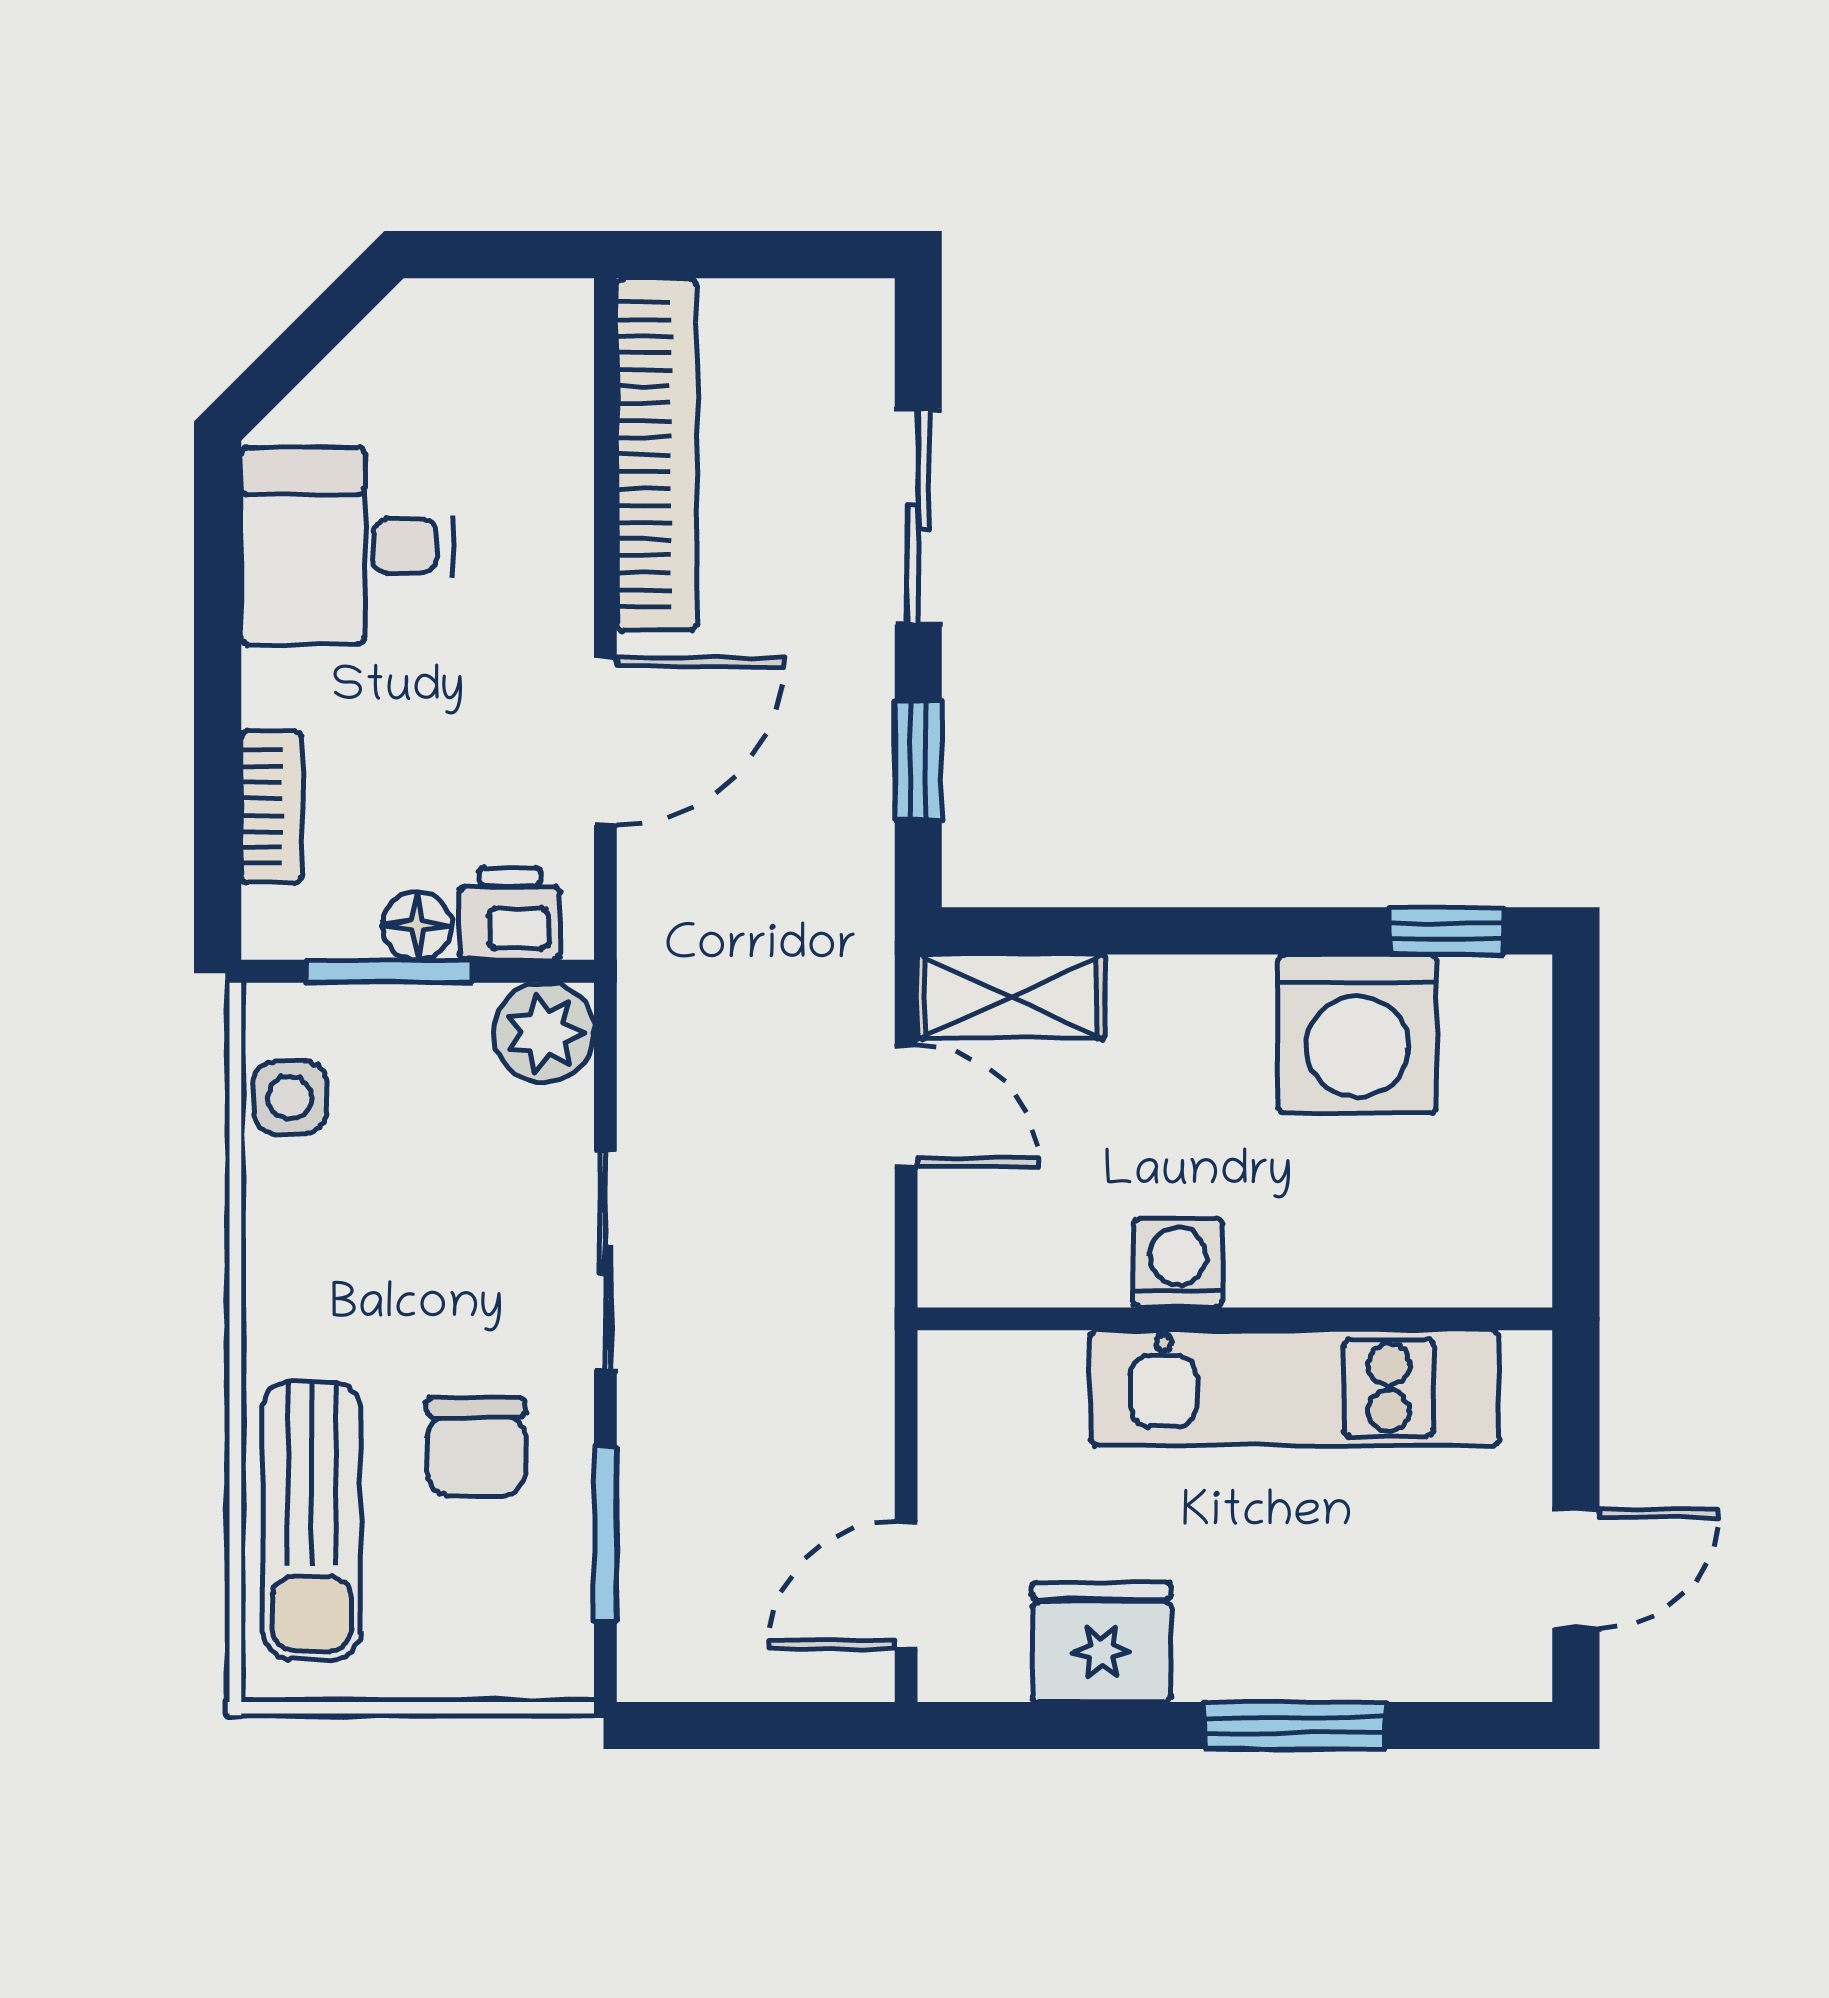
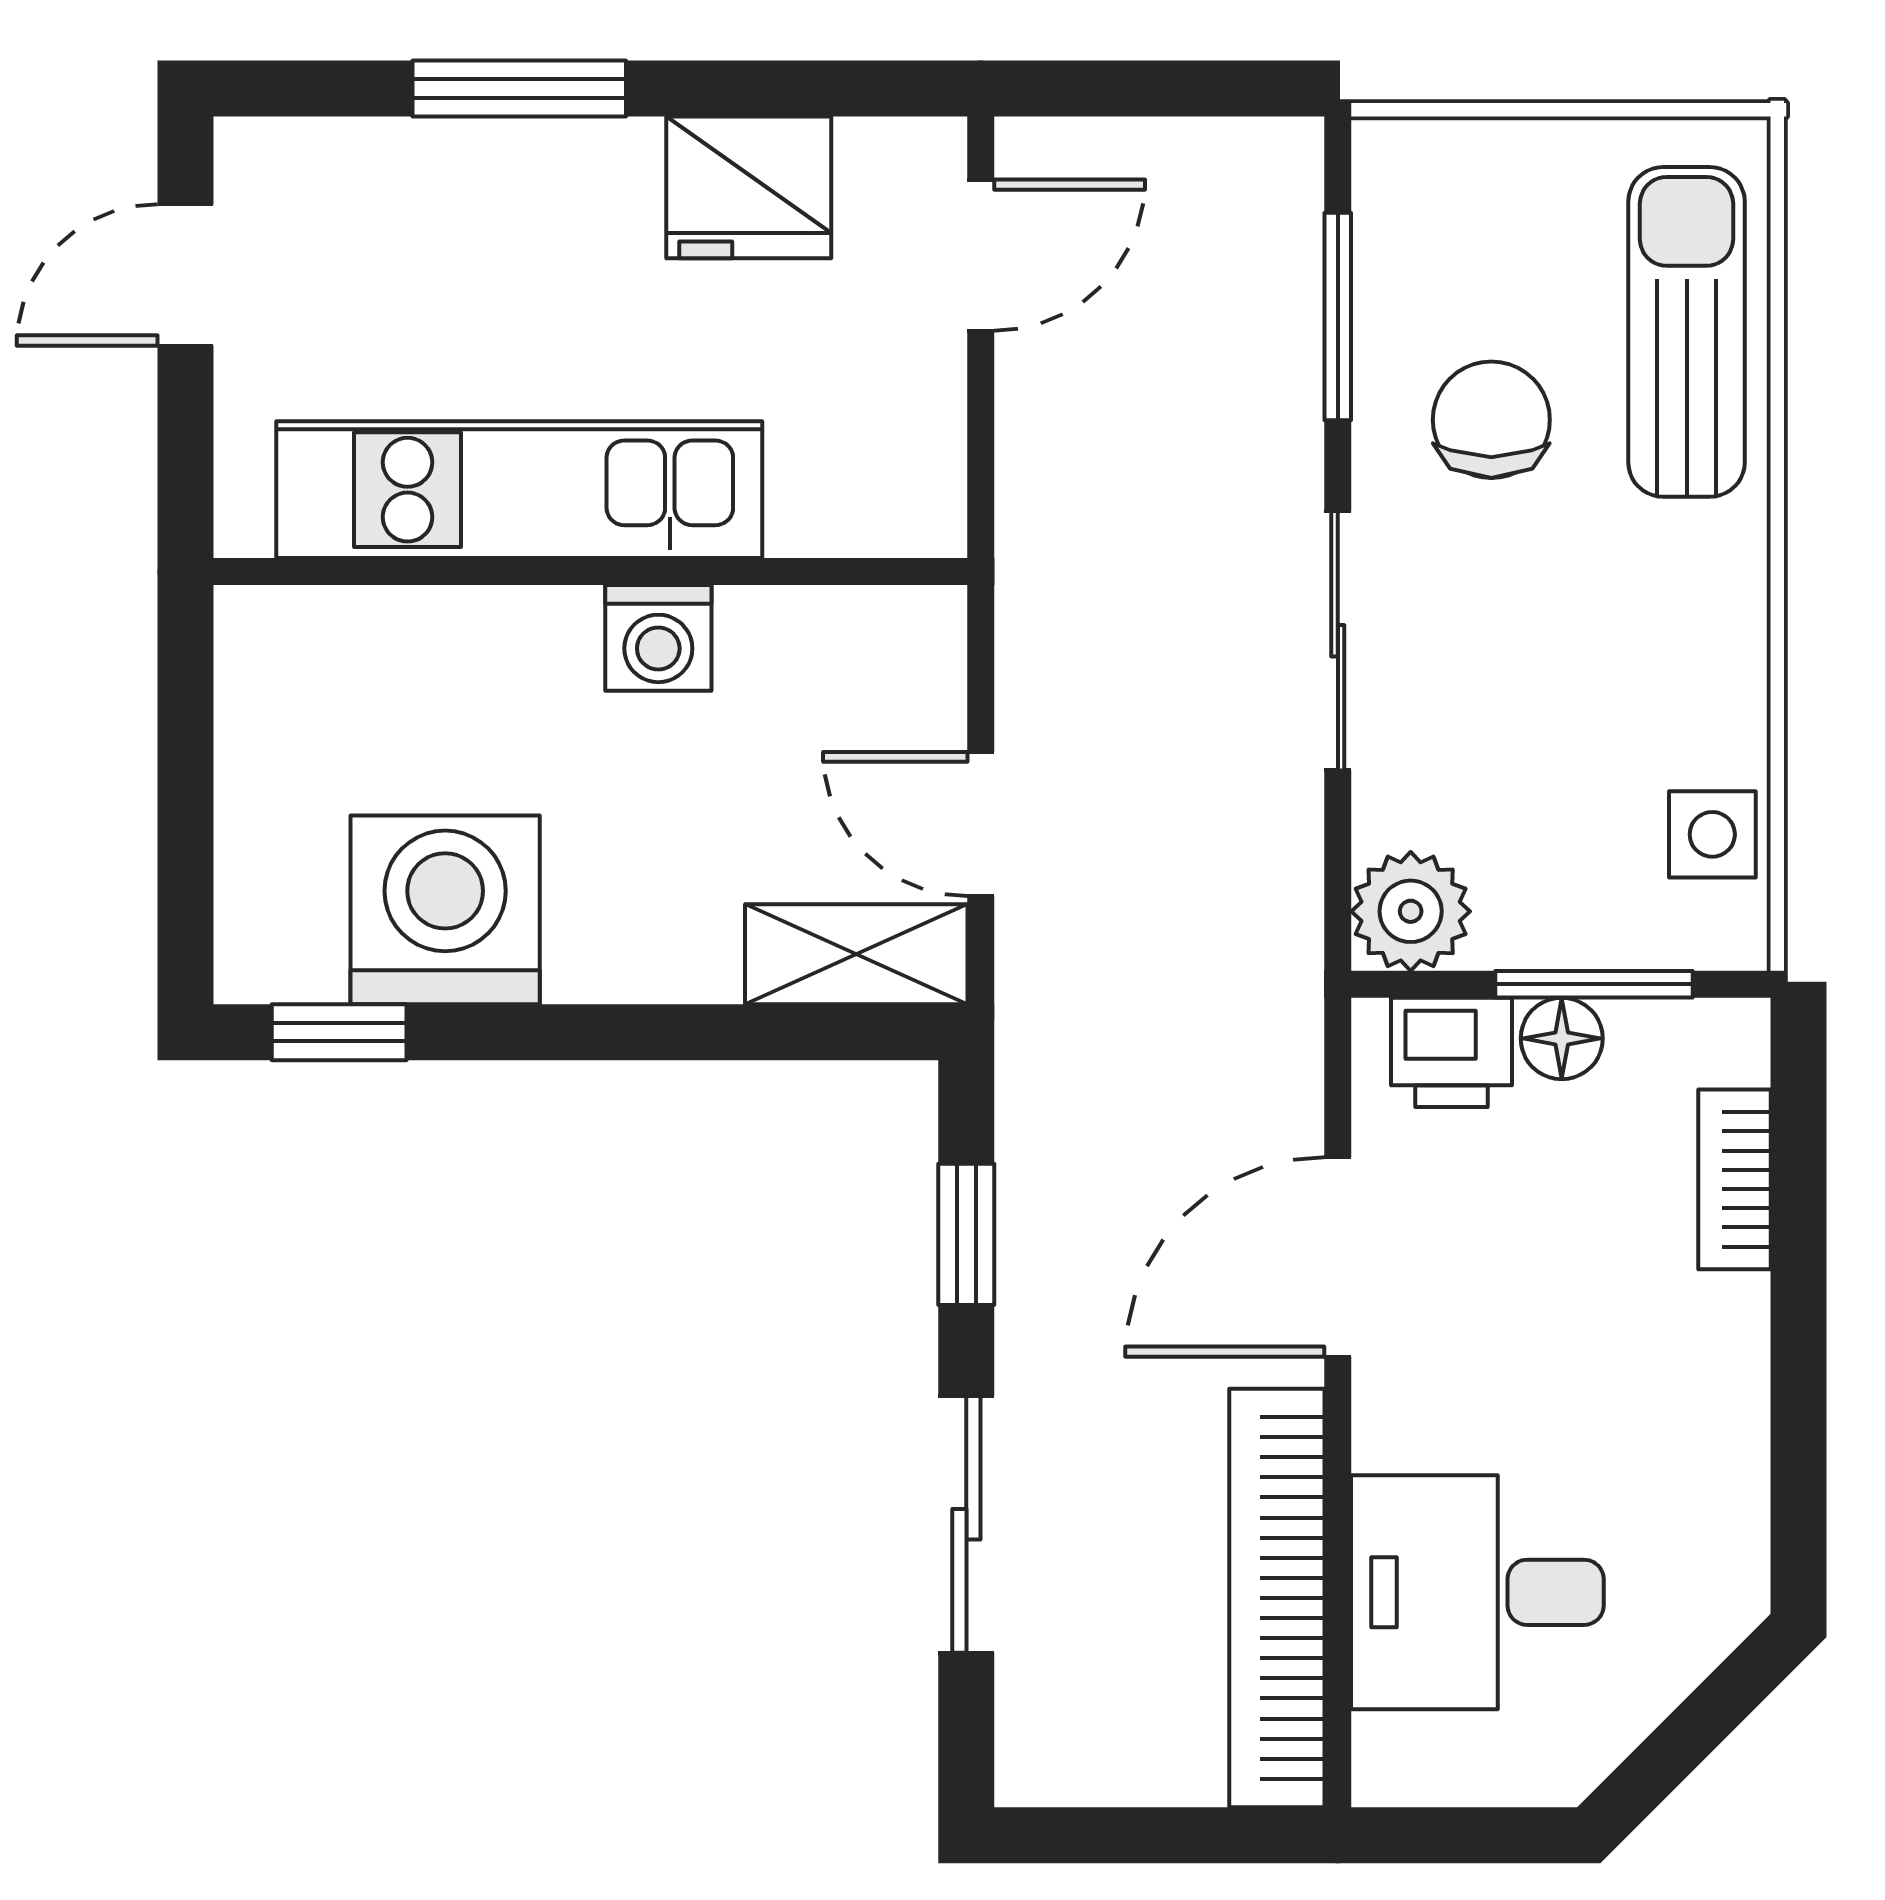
desk: (347, 546) -> (1477, 1592), moved, turned 180

